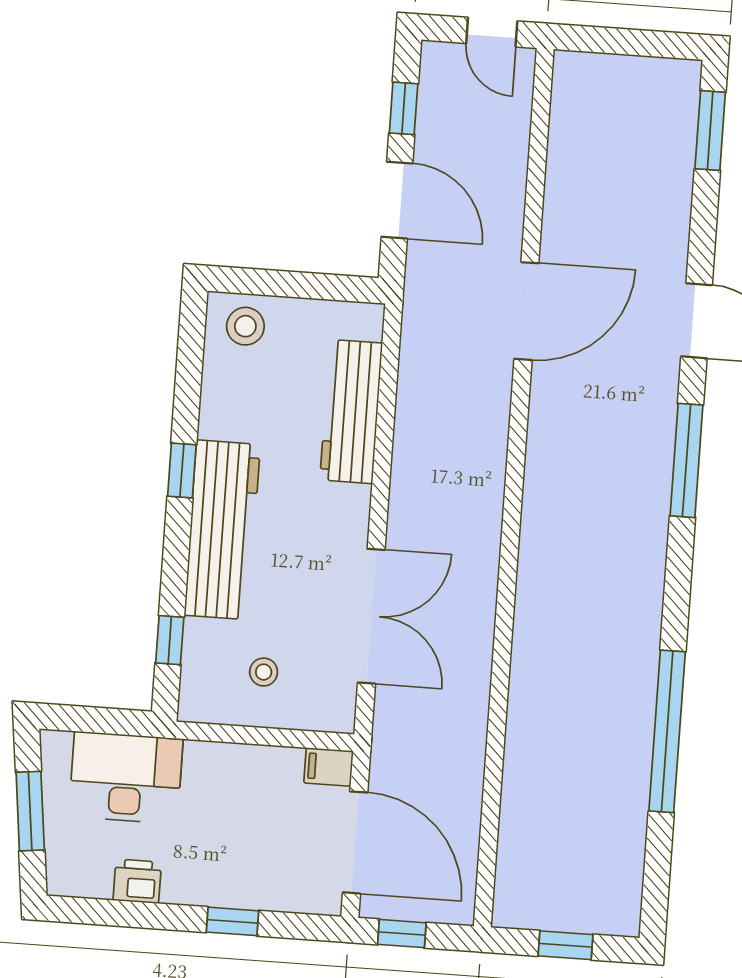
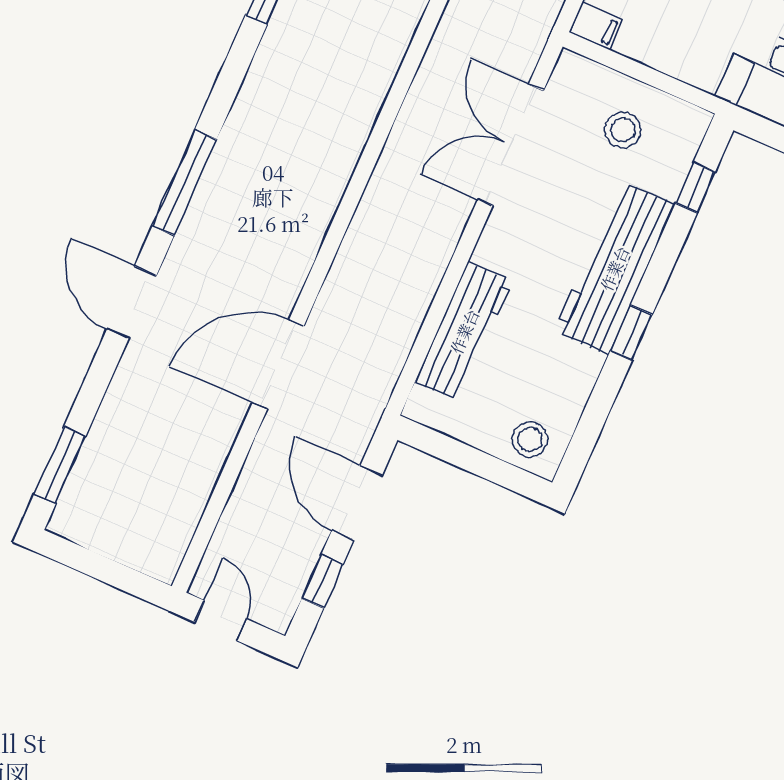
stool: (264, 672) -> (623, 130), width x1.37, depth x1.37

